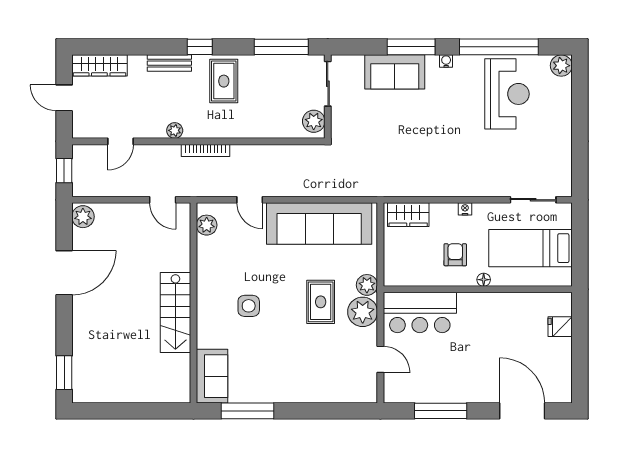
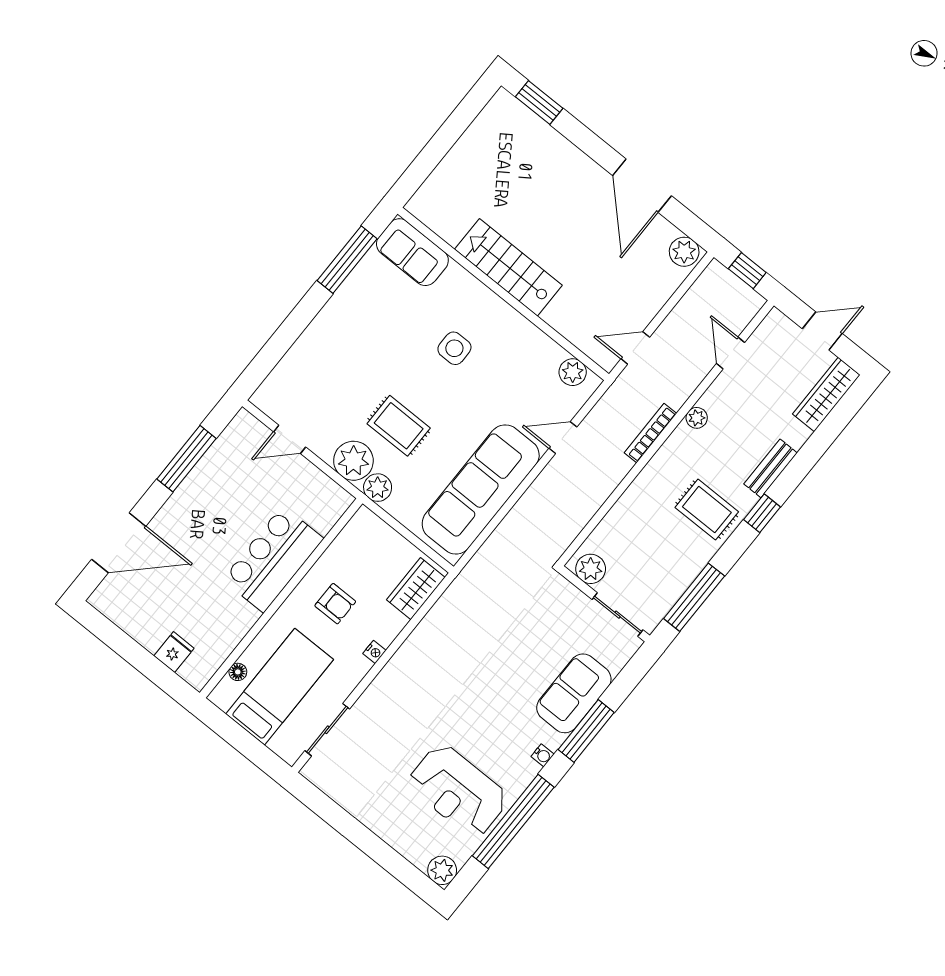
floor lamp: (484, 280) -> (238, 672), moved
bar counter: (420, 312) -> (273, 559), moved

